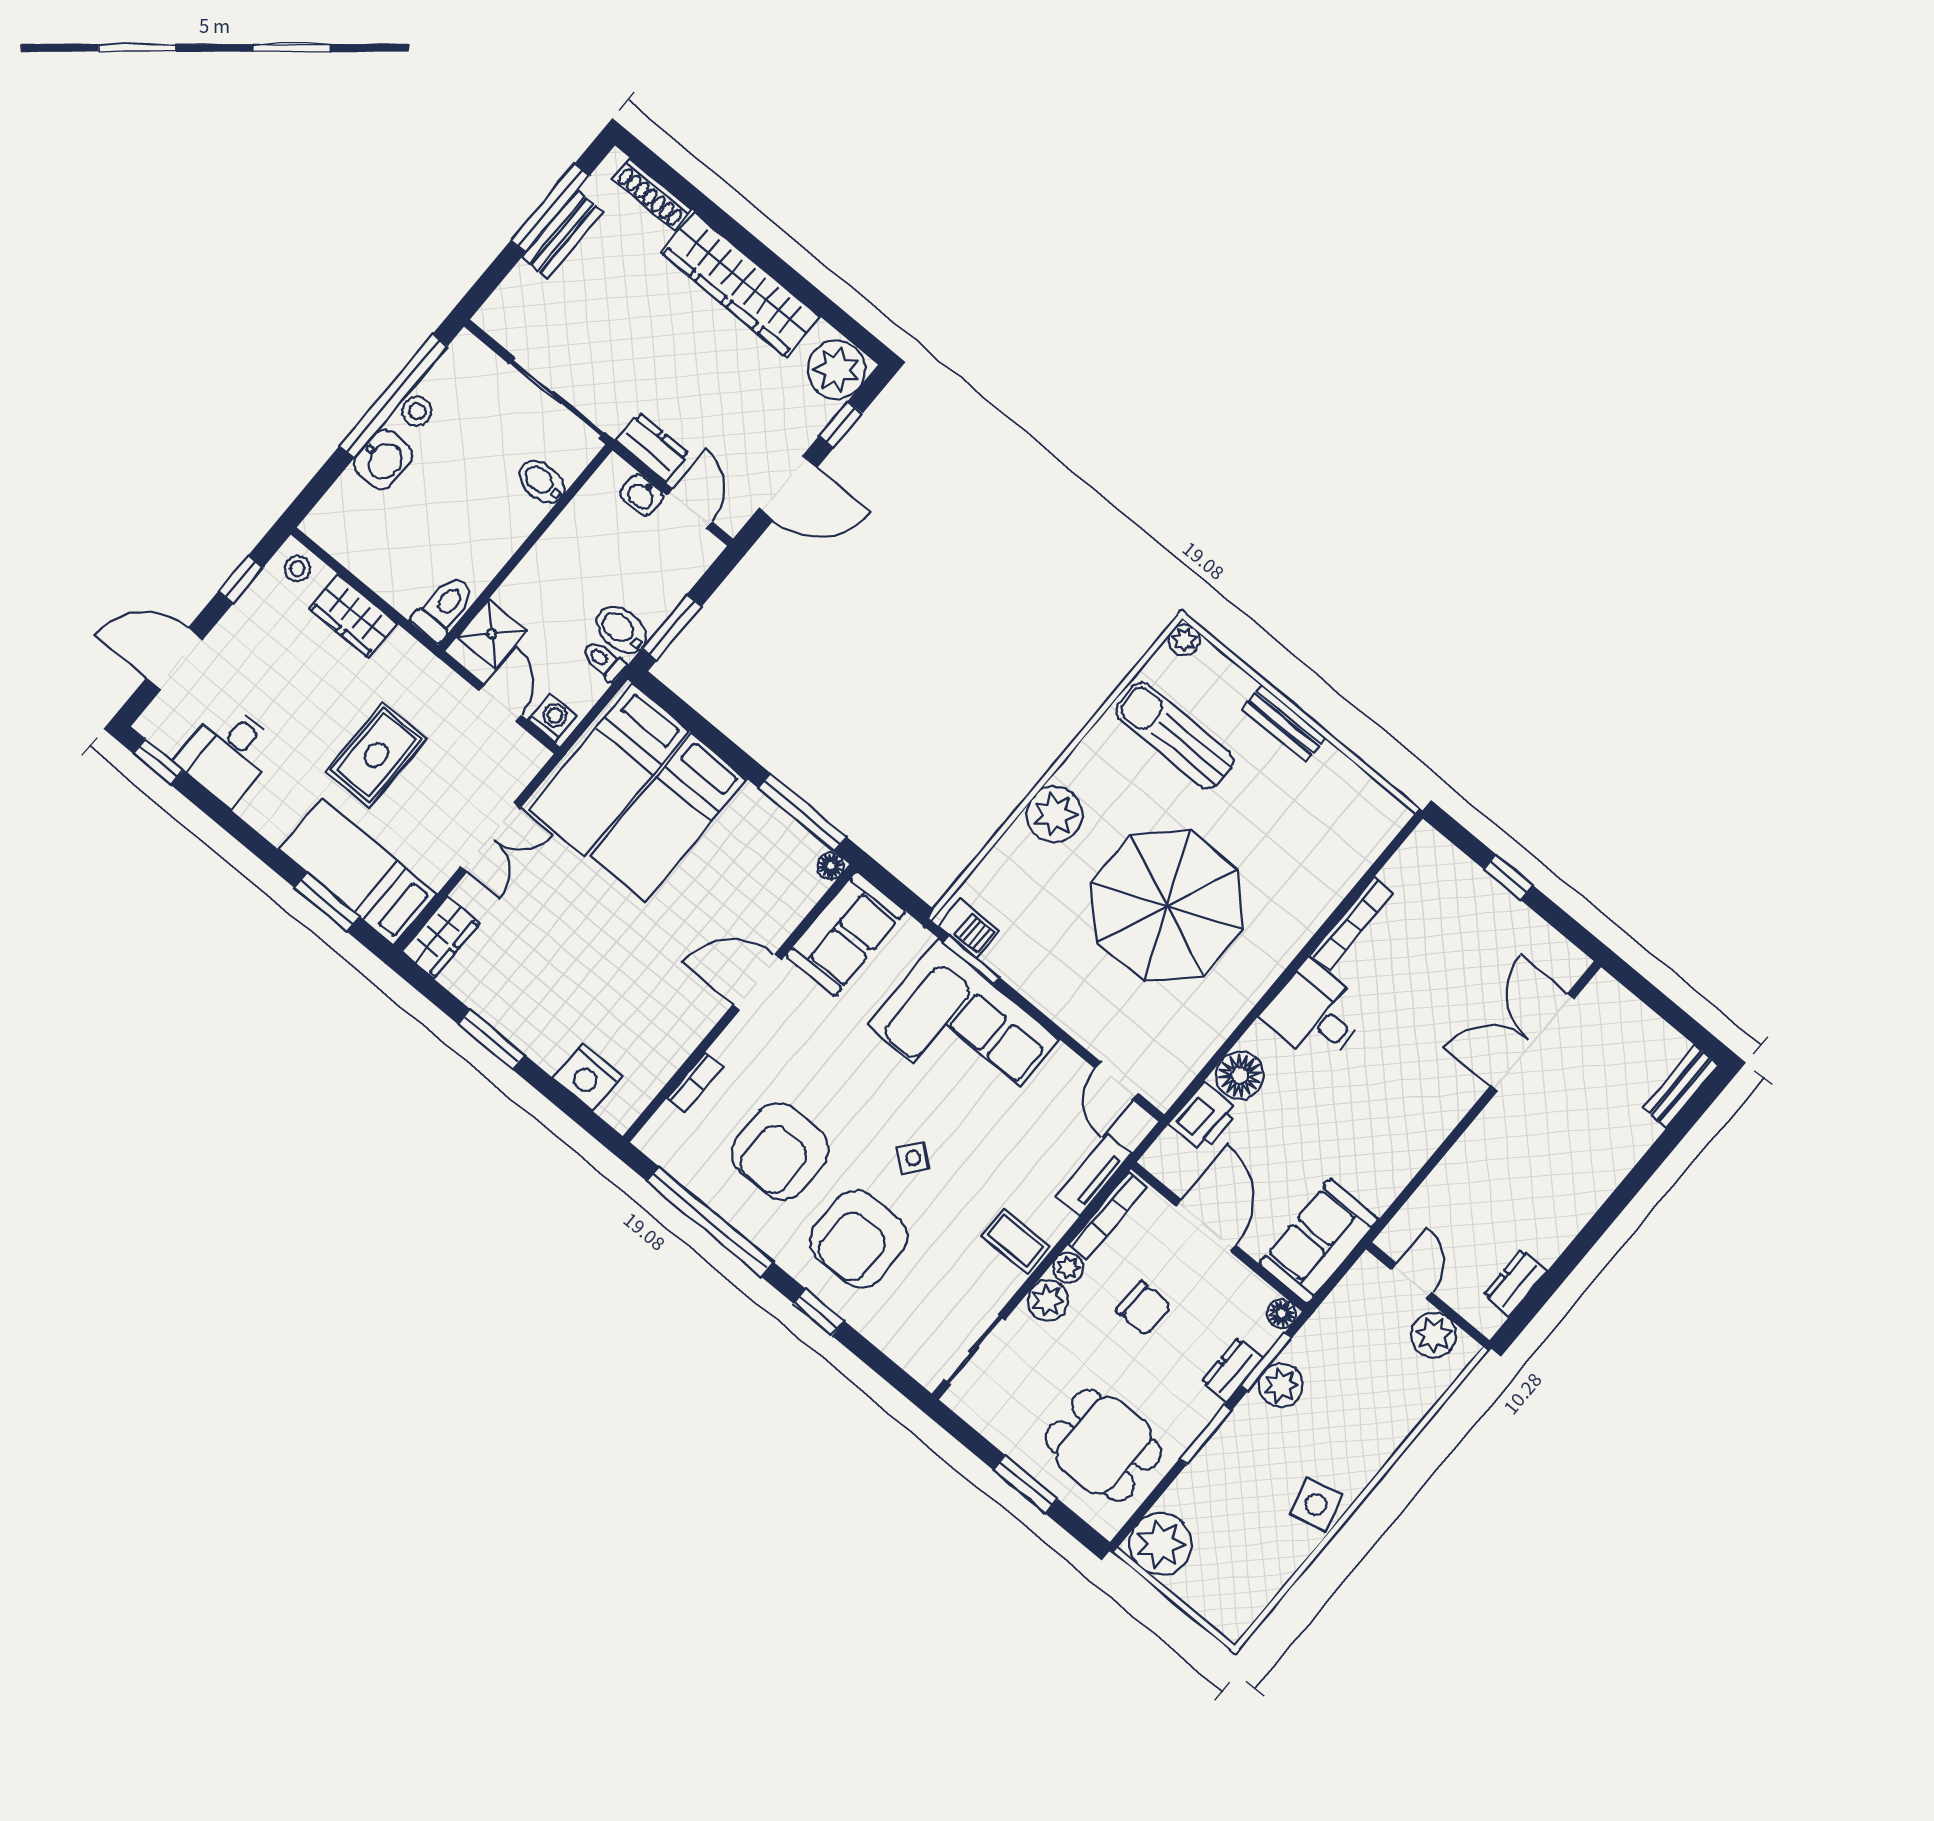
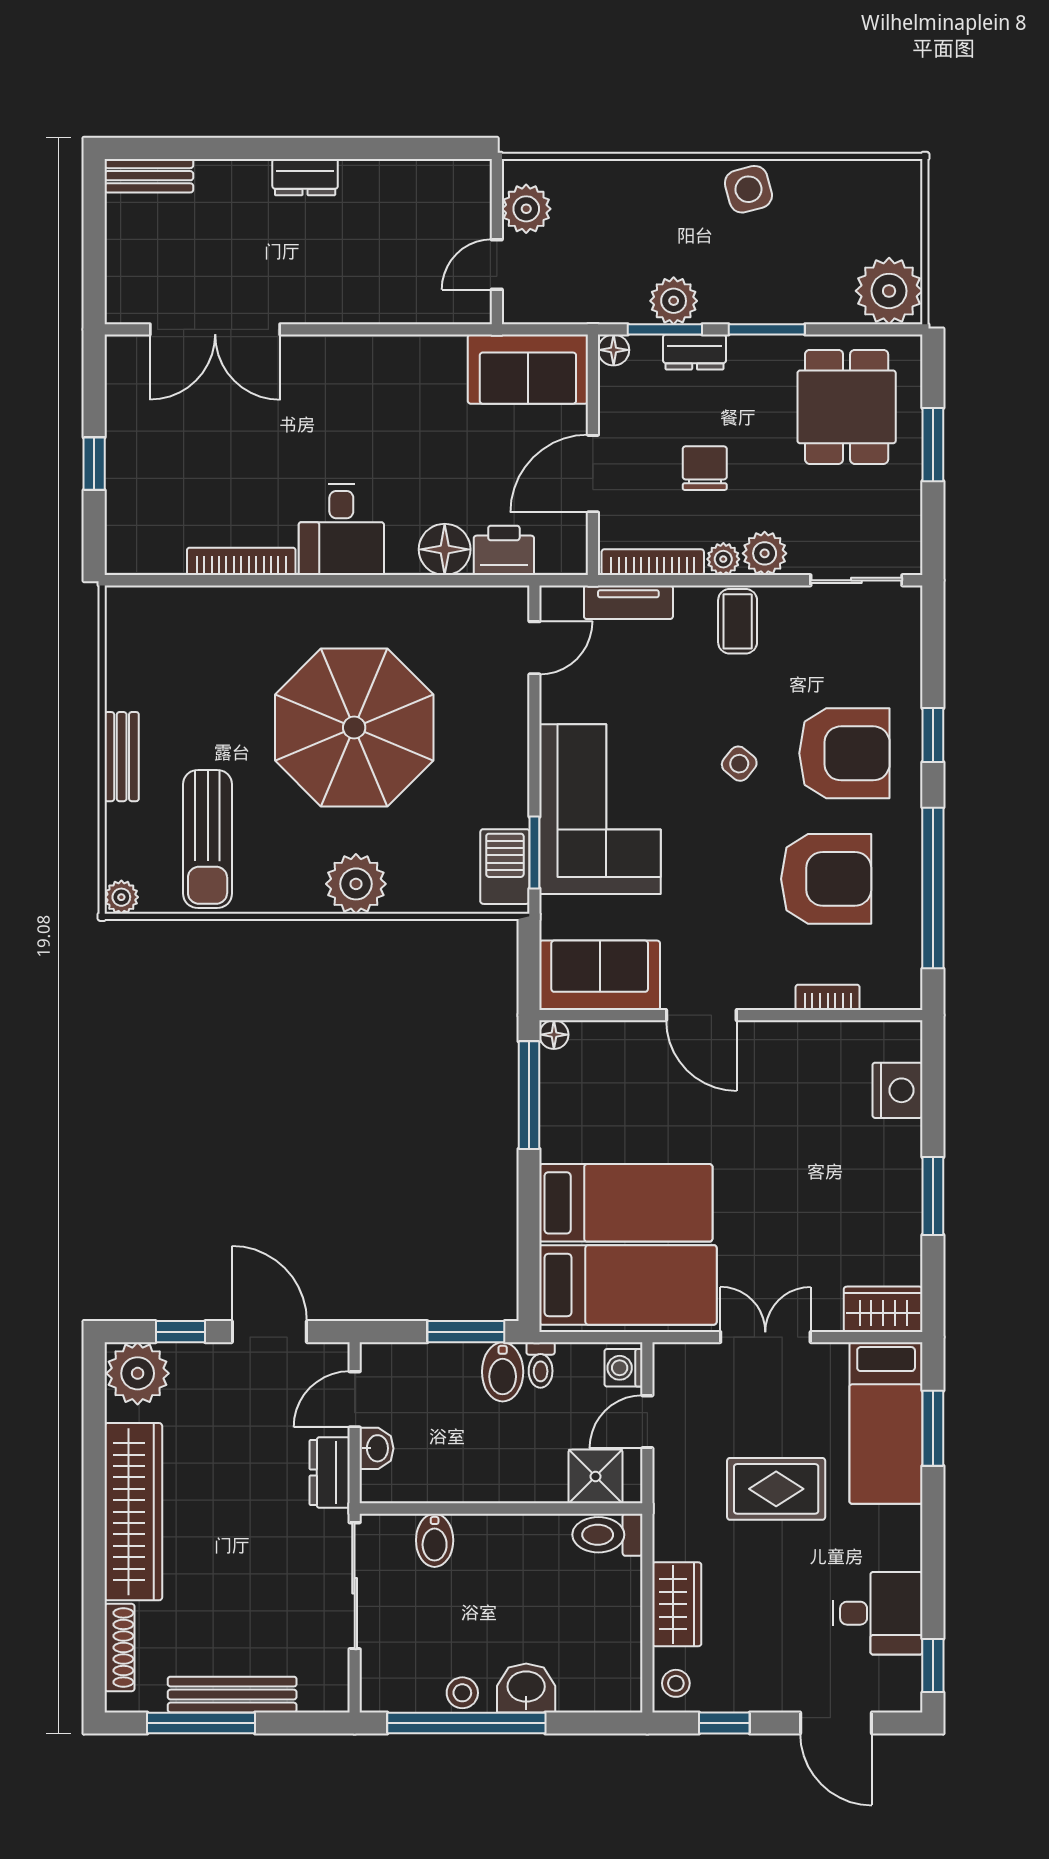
bench: (562, 234) -> (232, 1695), width x1.36
barbecue: (969, 928) -> (505, 867), width x1.38, depth x1.27
dresser: (1515, 1283) -> (305, 177), moved

